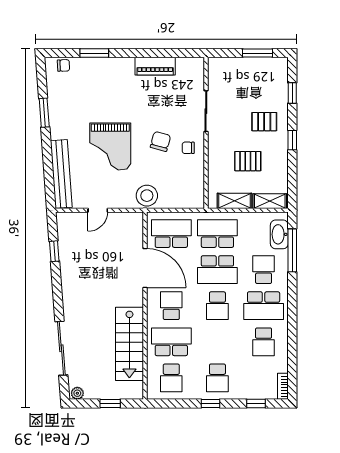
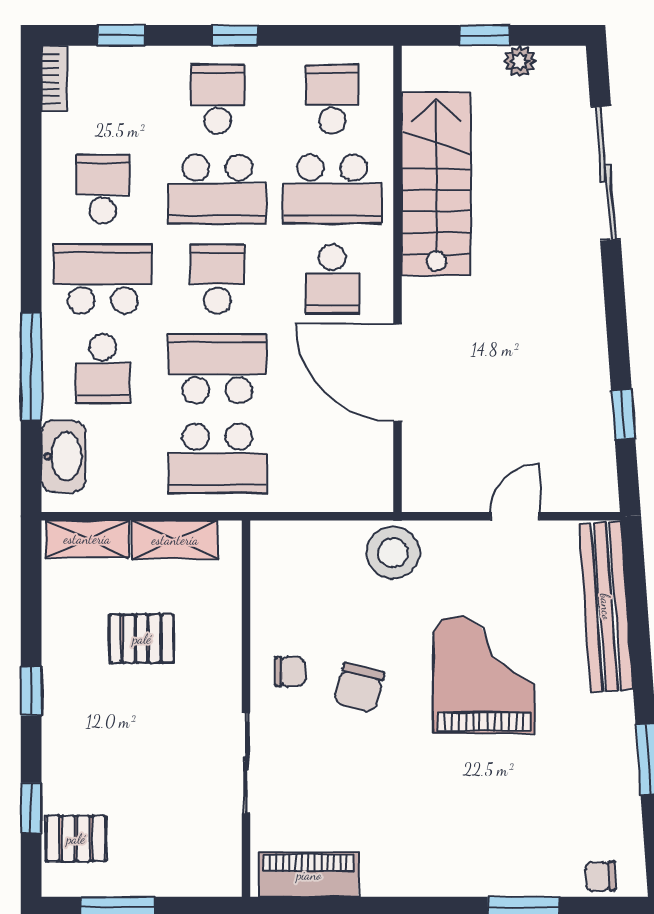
piano: (155, 66) -> (309, 875), moved
pallet: (264, 122) -> (76, 839), moved
school desk: (171, 234) -> (217, 189), moved
window: (292, 250) -> (31, 366), moved
plant: (77, 393) -> (520, 61), moved

